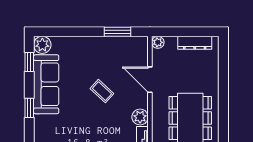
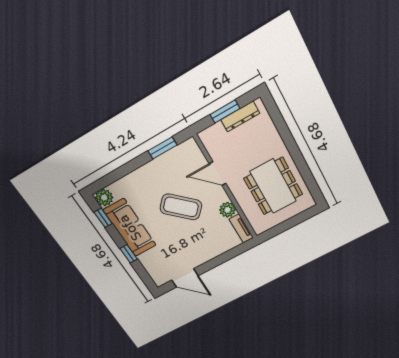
window: (185, 32) -> (225, 111), added
plant: (158, 42) -> (205, 136), removed
coffee table: (102, 91) -> (181, 207), width x1.86, depth x1.72

